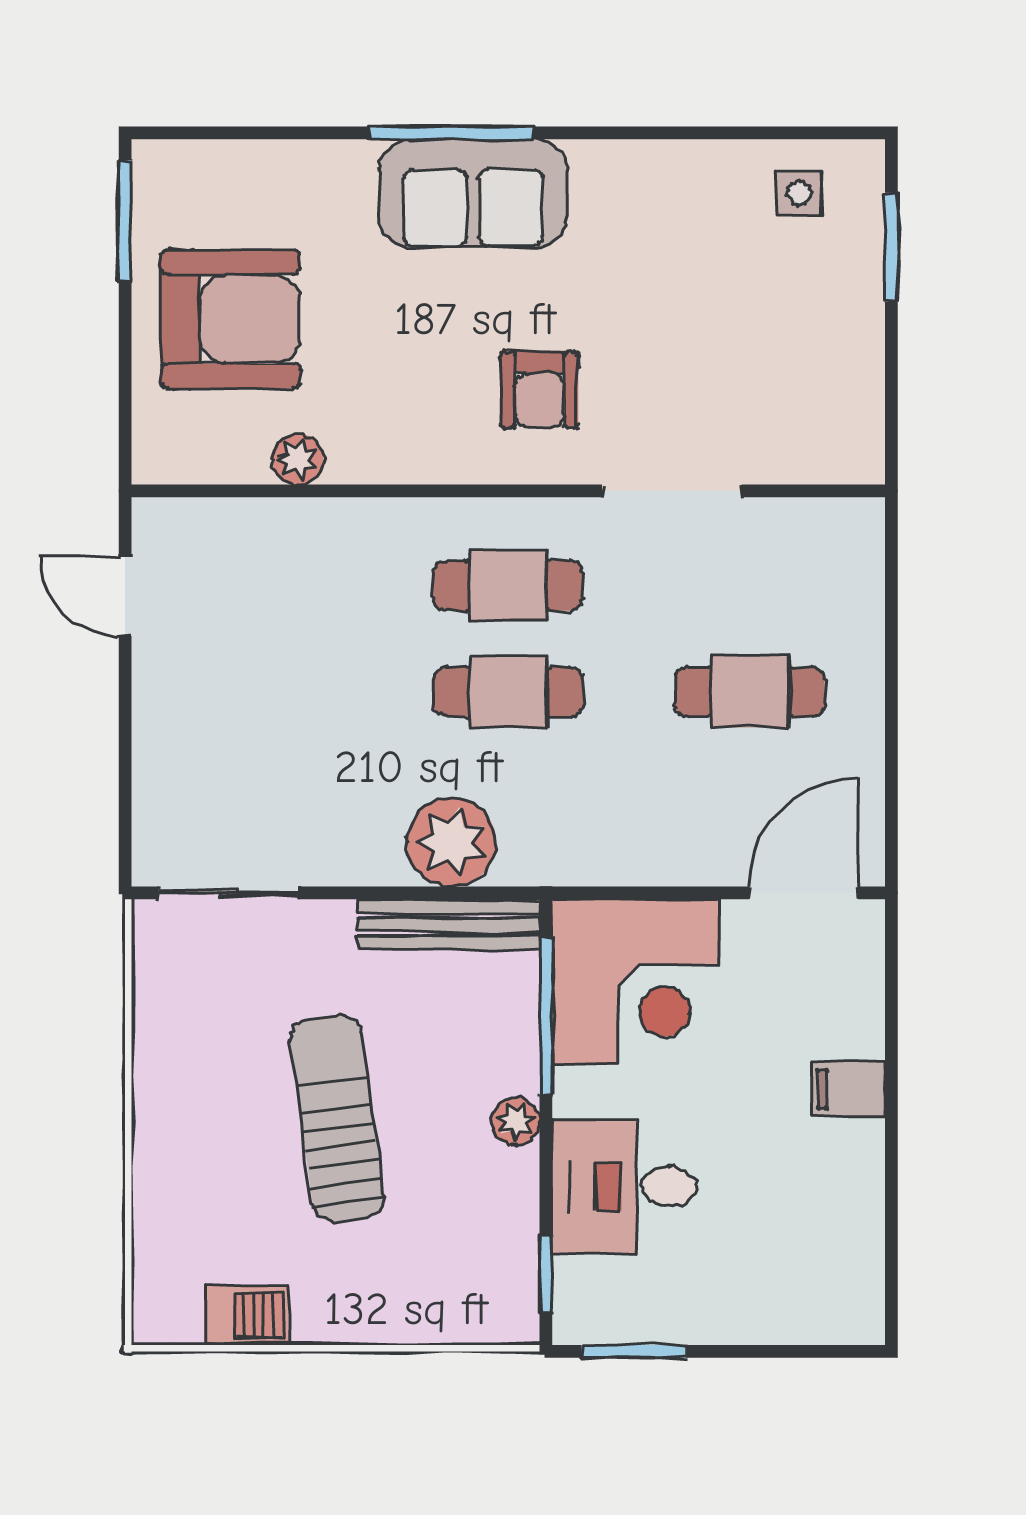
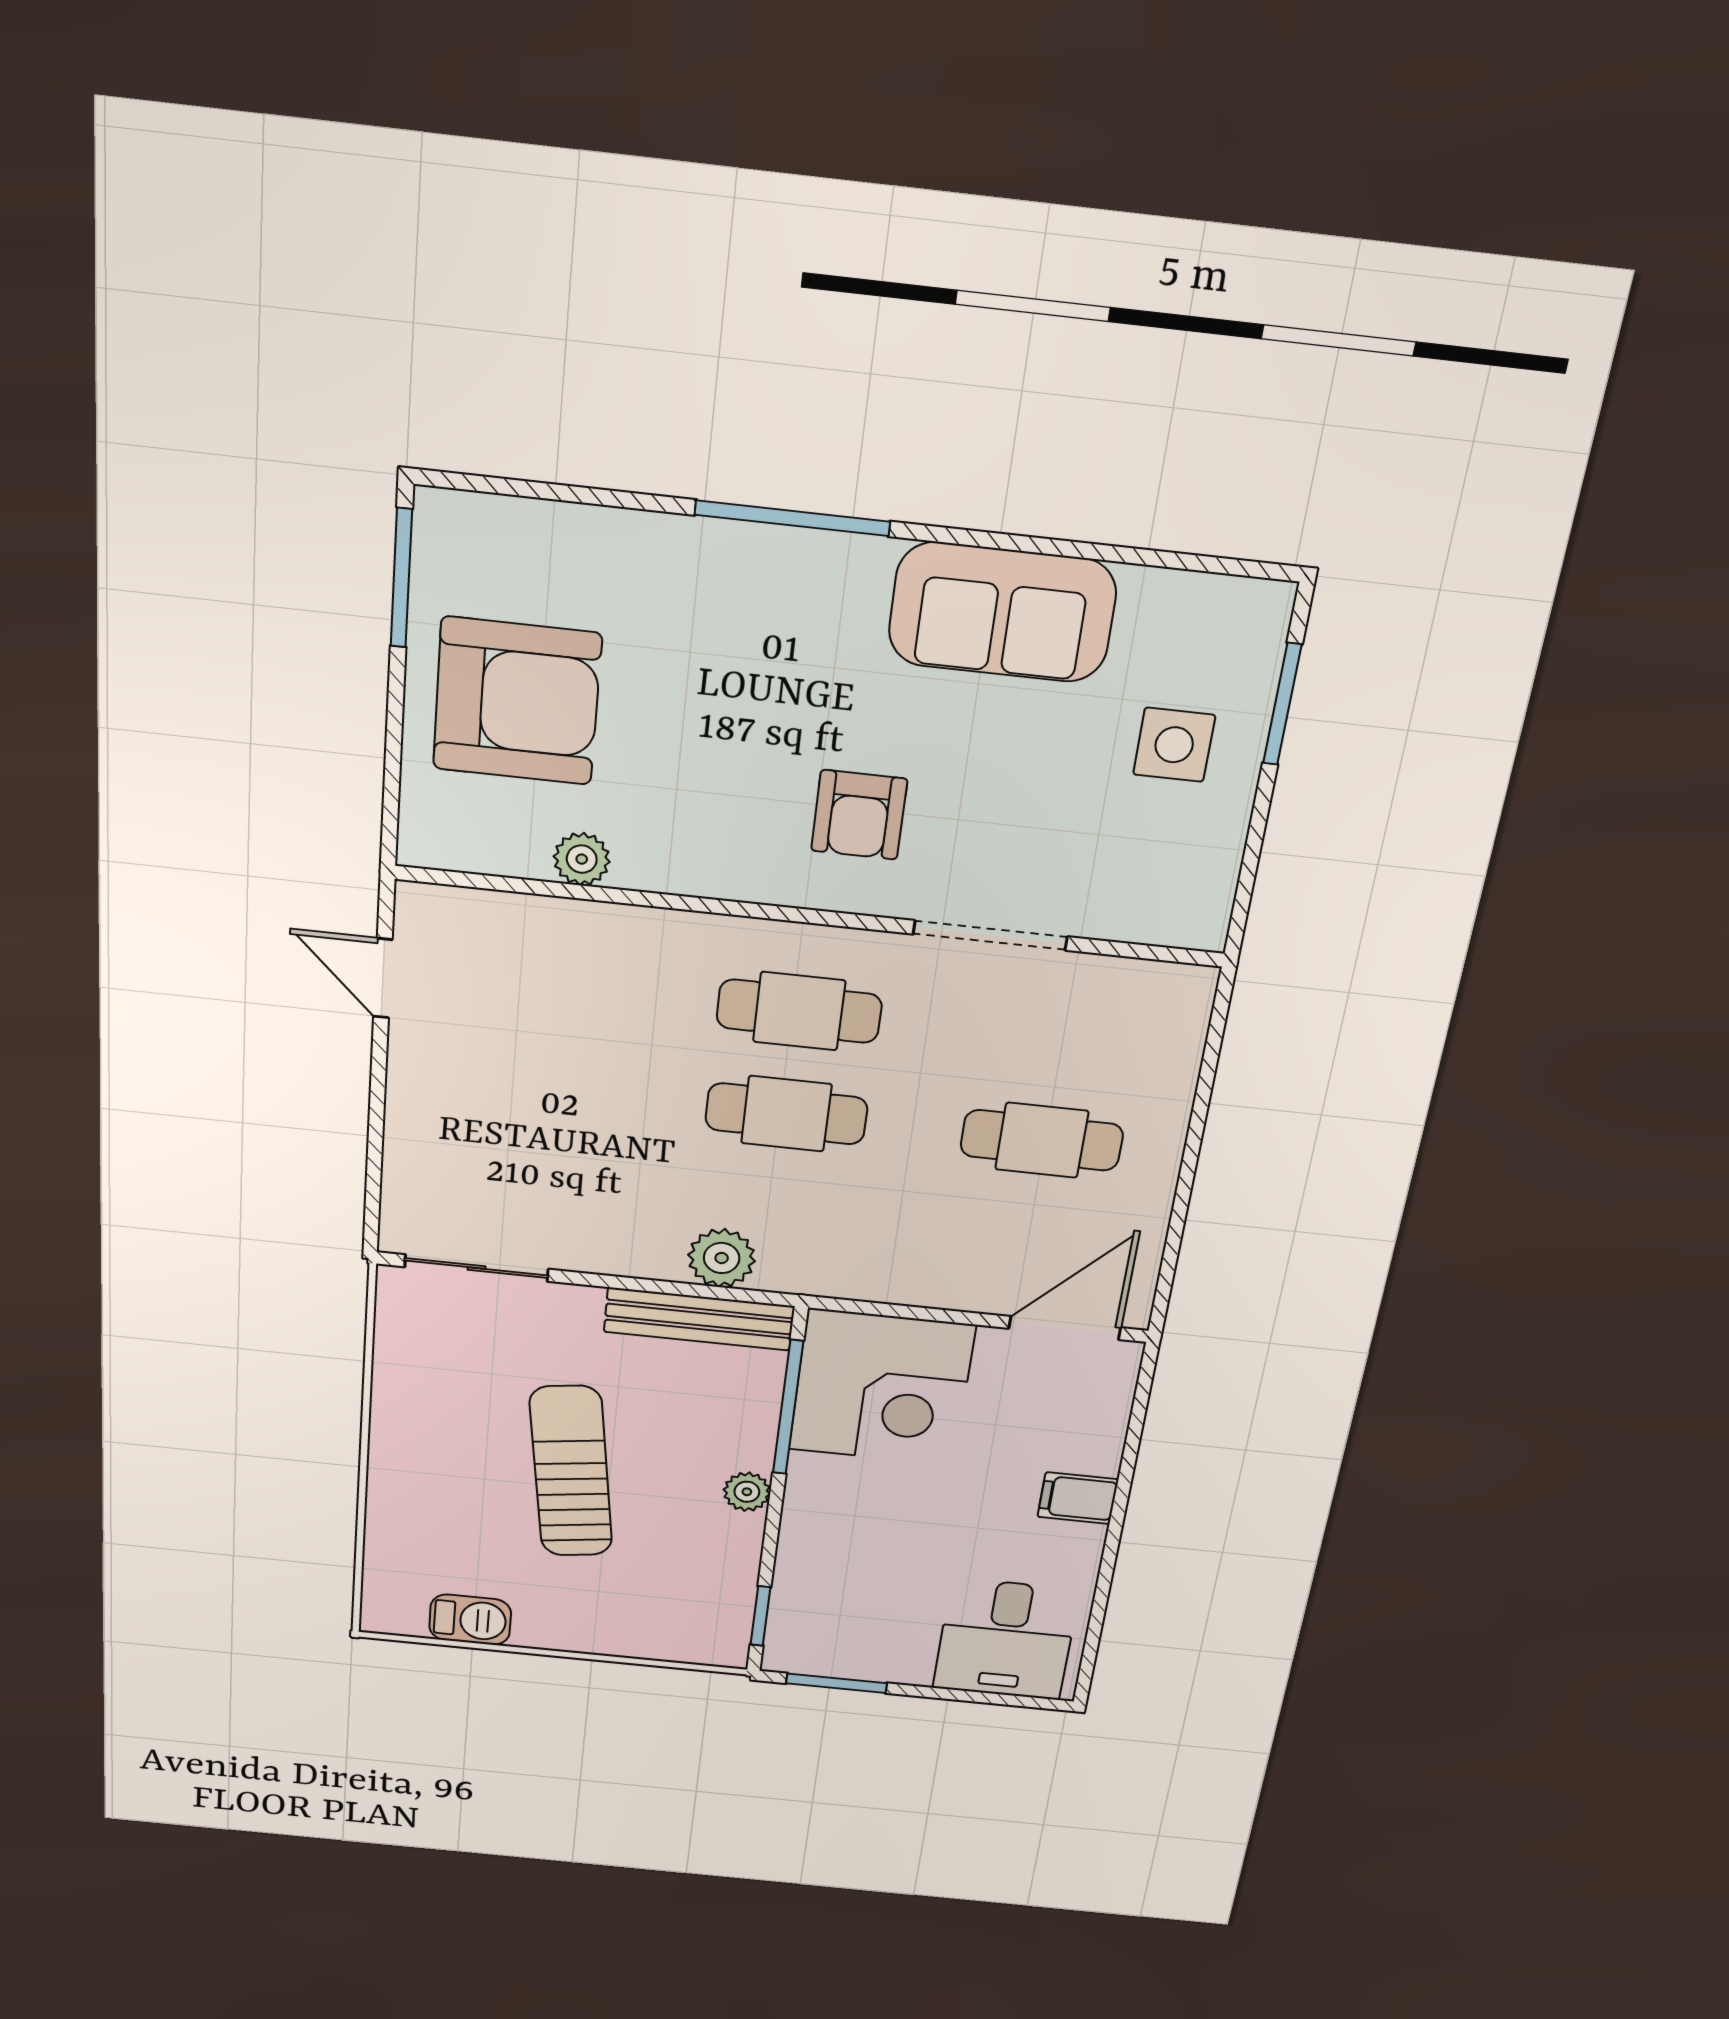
side table: (799, 193) -> (1174, 745), moved, width x1.37, depth x1.37
sofa: (473, 194) -> (1002, 612), moved
plant: (451, 842) -> (722, 1258), width x0.73, depth x0.73
desk: (624, 1187) -> (1006, 1639), moved, turned -90

